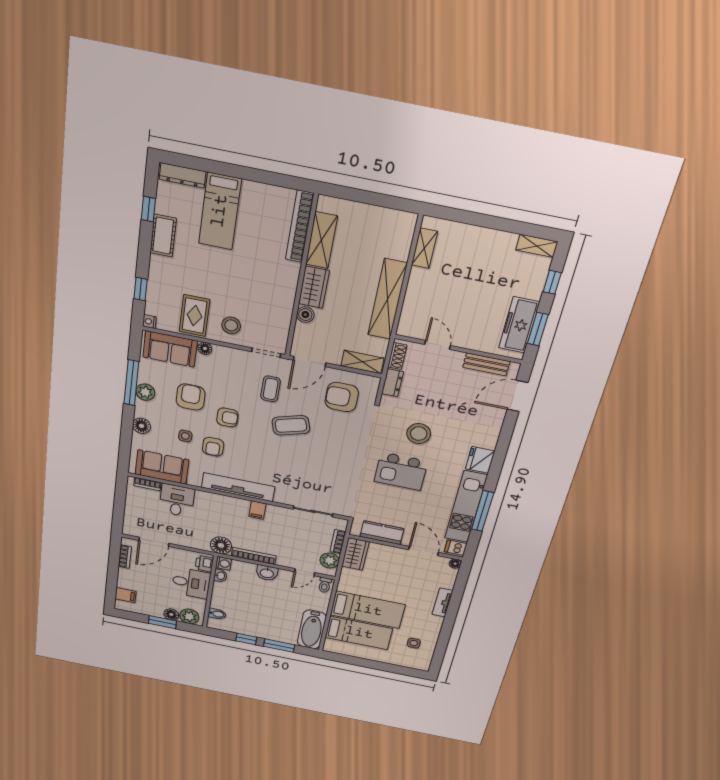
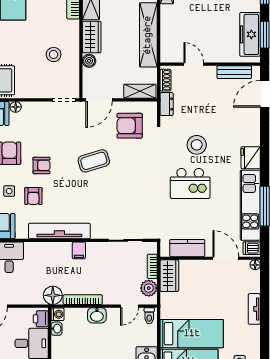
stool: (231, 325) -> (54, 54), moved
coffee table: (271, 389) -> (72, 131), removed

